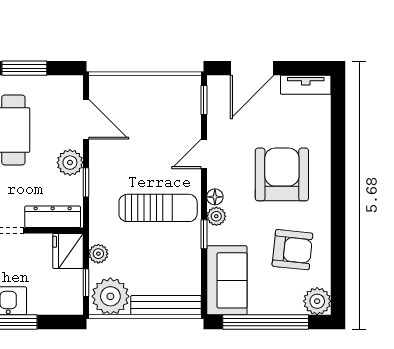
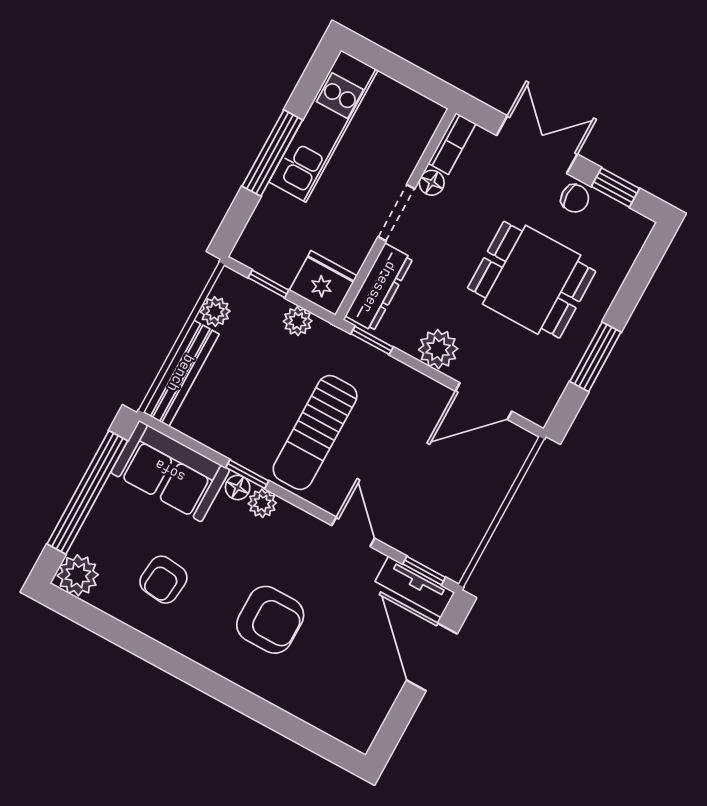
tv unit: (306, 85) -> (415, 587), moved, turned -90
armchair: (282, 174) -> (270, 620), width x0.73, depth x0.73
window: (86, 182) -> (372, 340), moved
floor lamp: (215, 197) -> (238, 487), moved
armchair: (292, 250) -> (163, 580), width x0.72, depth x0.72
plant: (110, 296) -> (215, 312), width x0.53, depth x0.53

